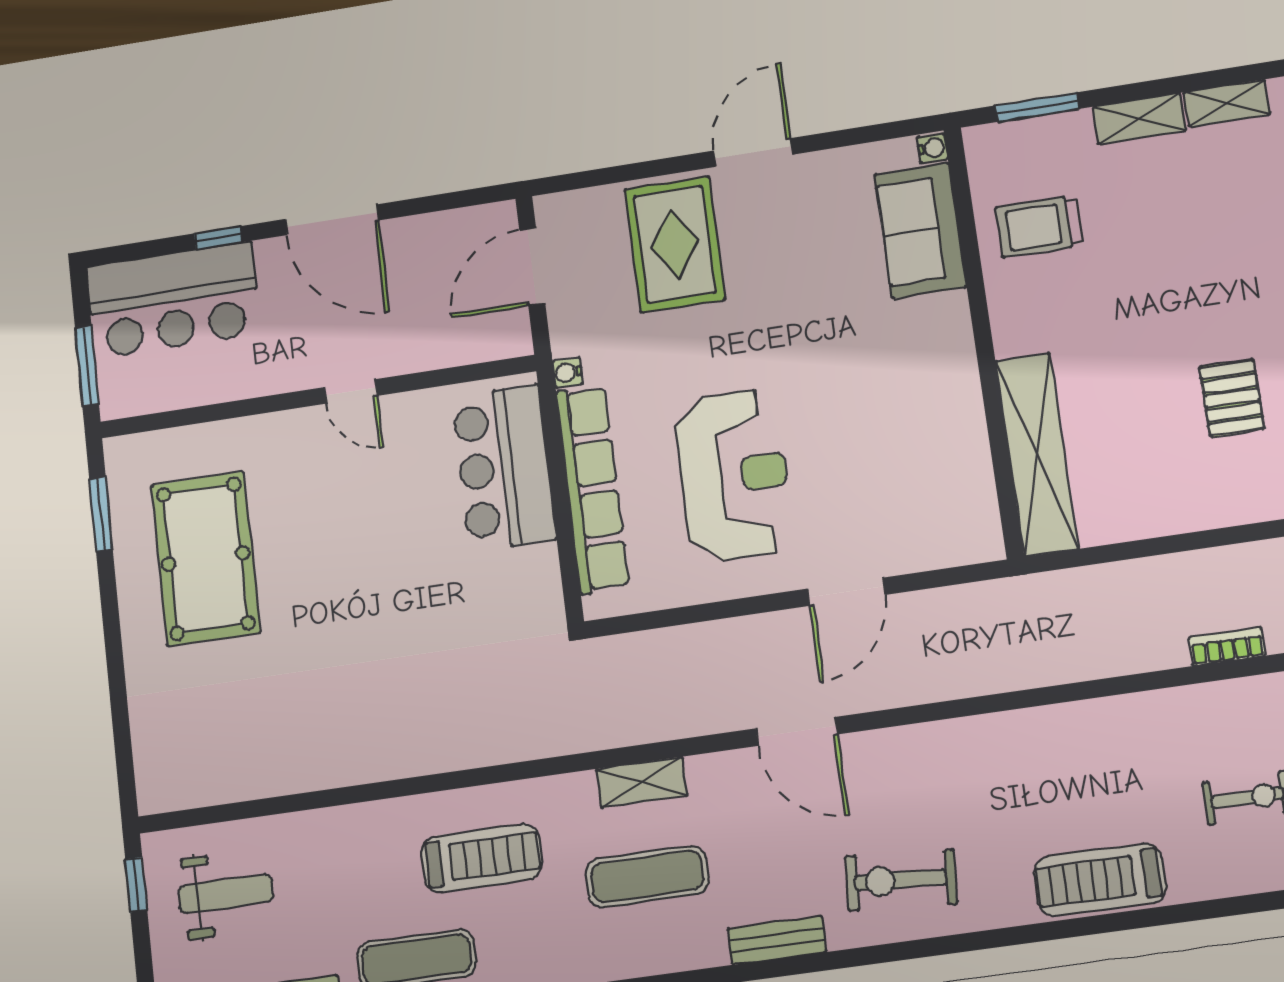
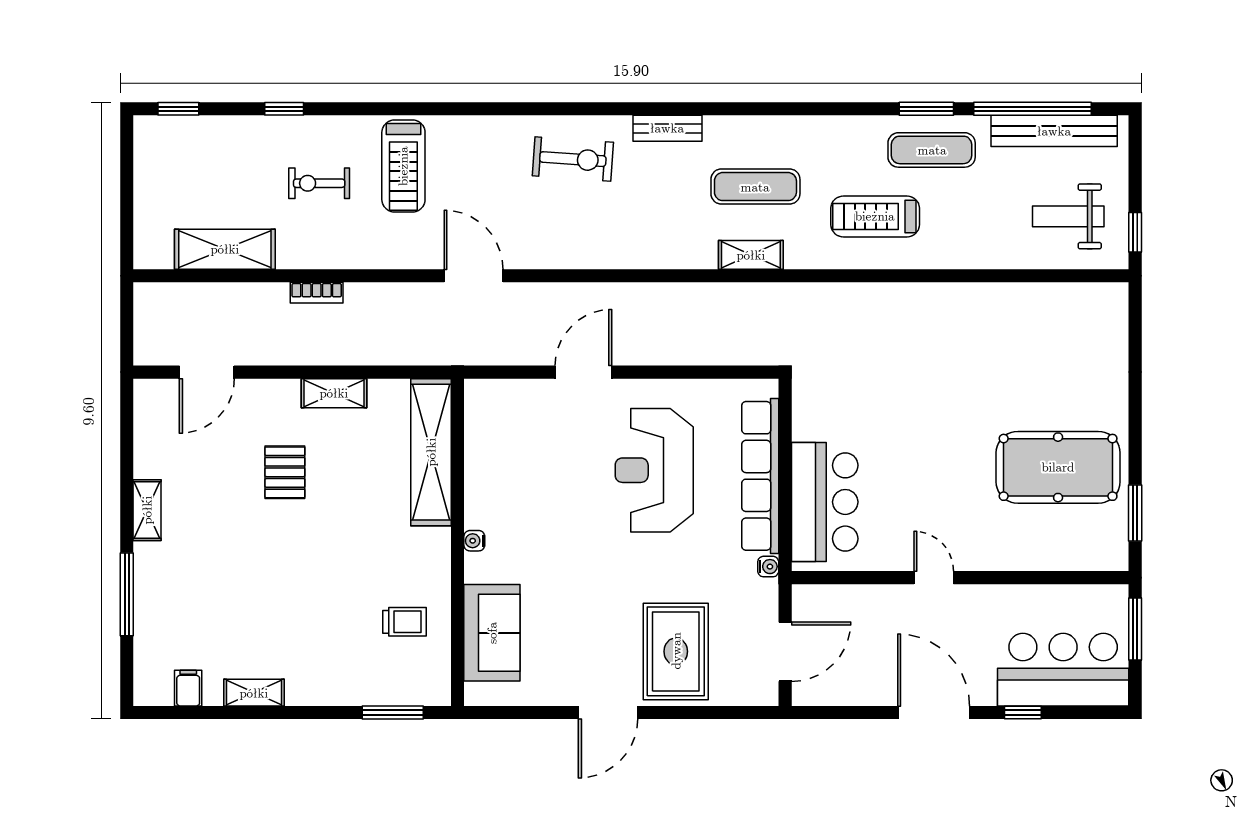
shelving: (1139, 119) -> (334, 393), moved
water cooler: (932, 148) -> (474, 541), moved
trolley: (1039, 226) -> (405, 622), width x0.73, depth x0.72
pool table: (206, 559) -> (1058, 467), turned 90
door: (797, 731) -> (474, 276), moved
treadmill: (1100, 880) -> (403, 166), moved, turned 90

